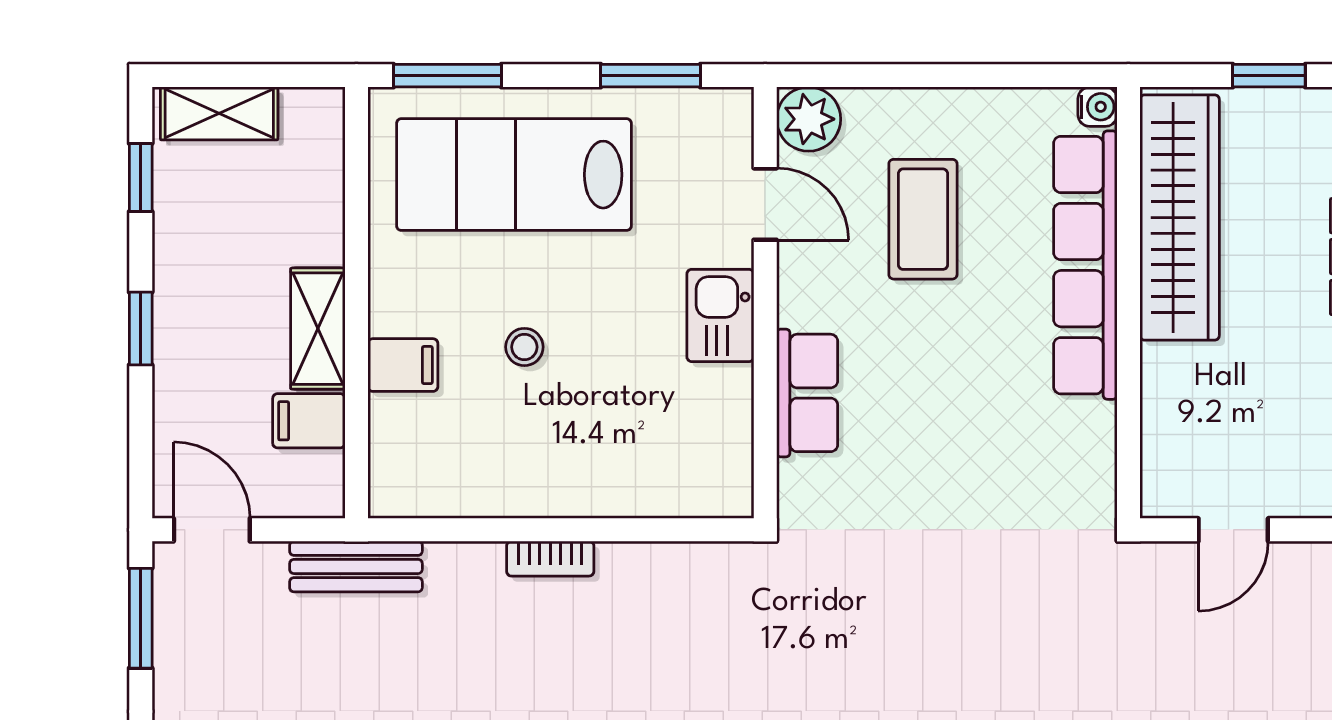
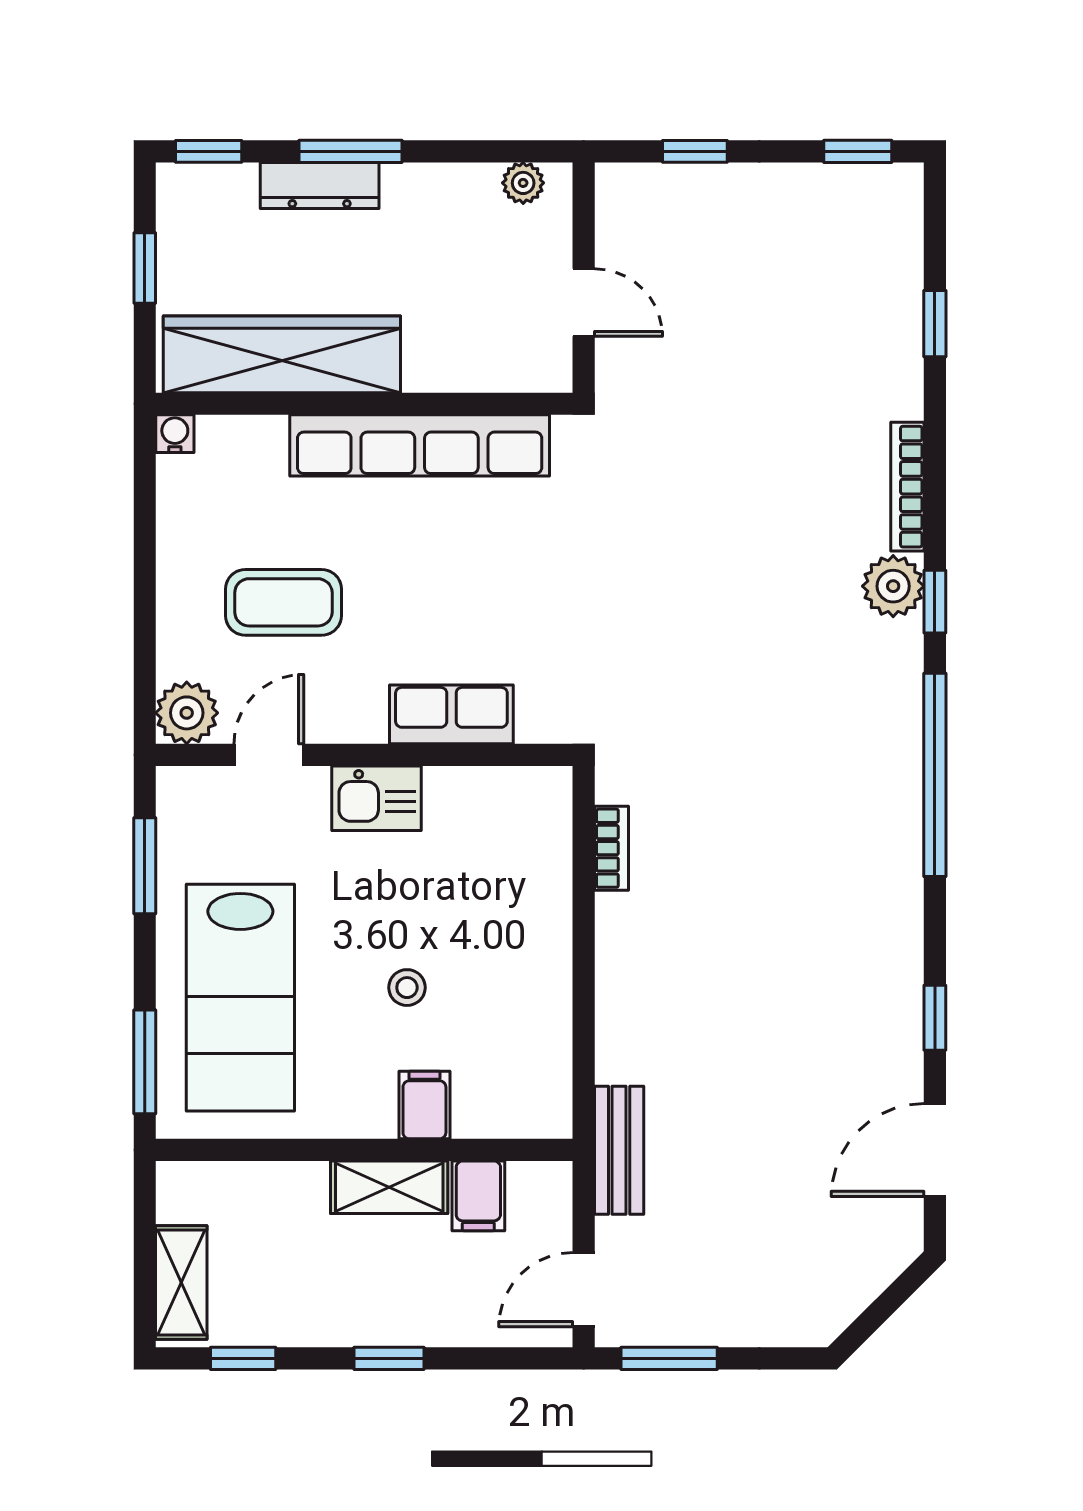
row of seats: (1085, 265) -> (420, 445), moved
bookcase: (550, 559) -> (611, 848), moved

